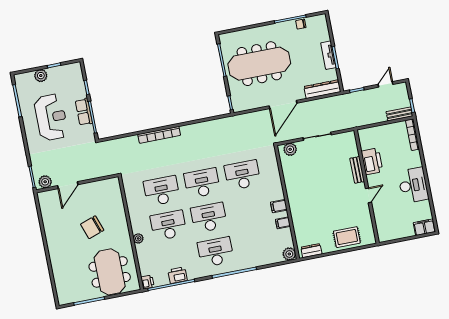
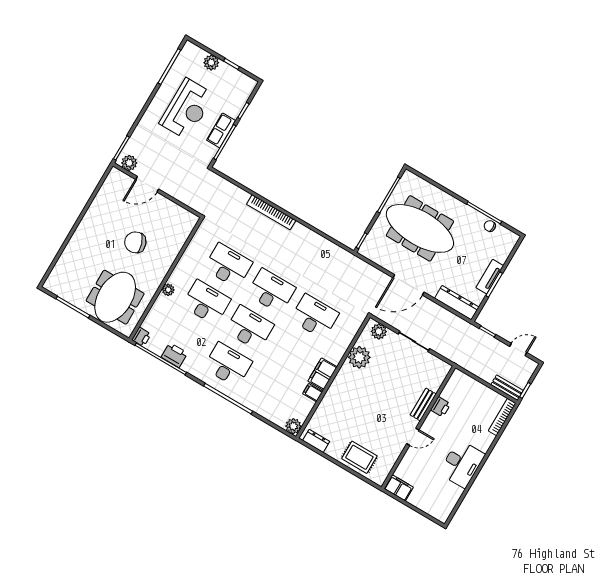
printer: (372, 161) -> (441, 407), width x0.53, depth x0.68
plant: (292, 176) -> (359, 357), added
filing cabinet: (279, 206) -> (323, 374), width x2.00
filing cabinet: (424, 227) -> (399, 488), moved

